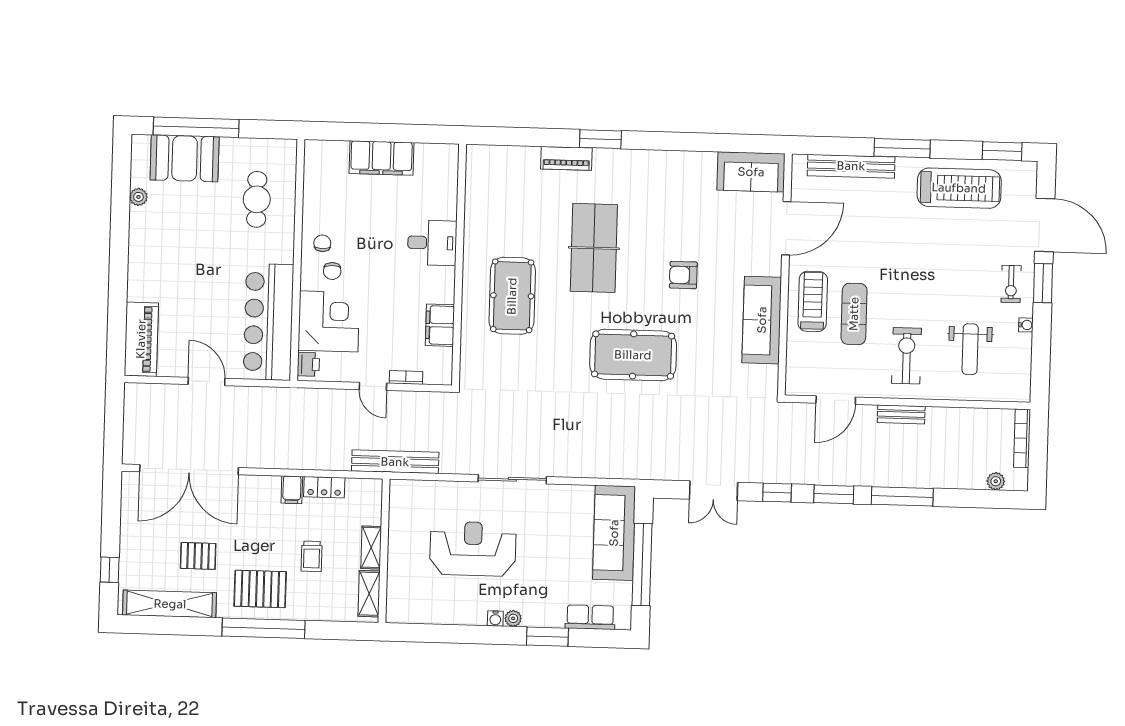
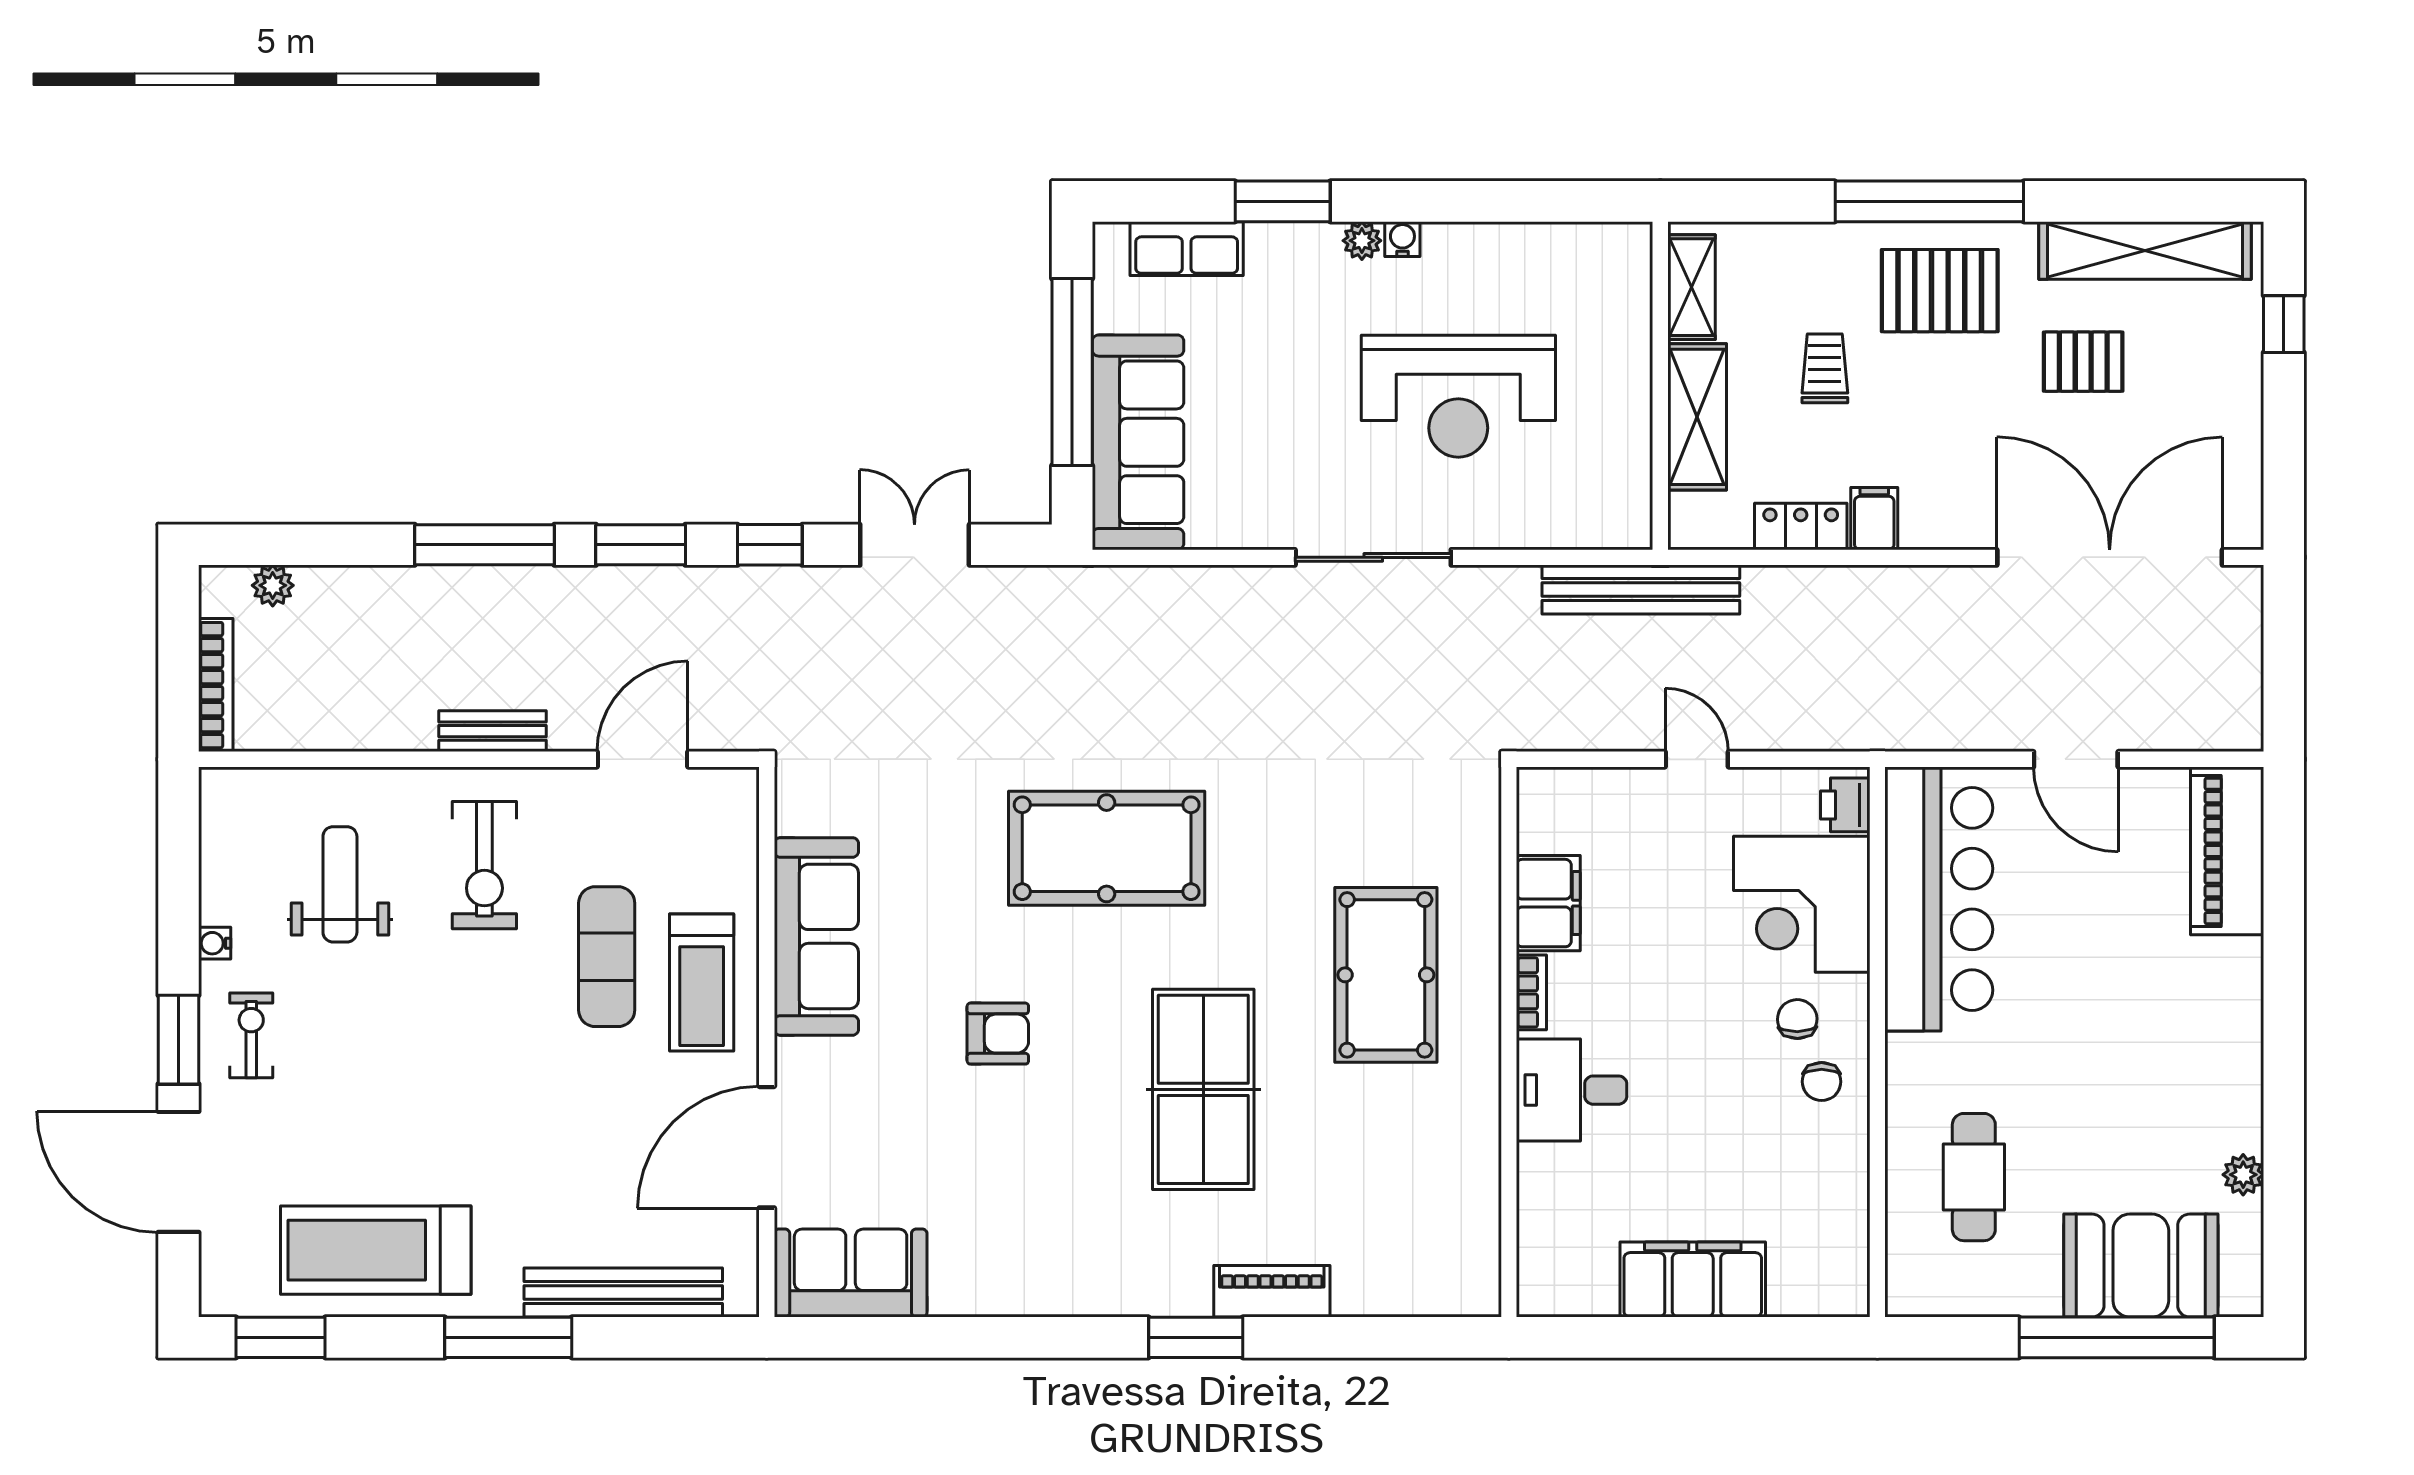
bookcase: (406, 377) -> (1531, 992), moved, turned -90
shelving: (371, 547) -> (1697, 417), width x1.50, depth x1.33

